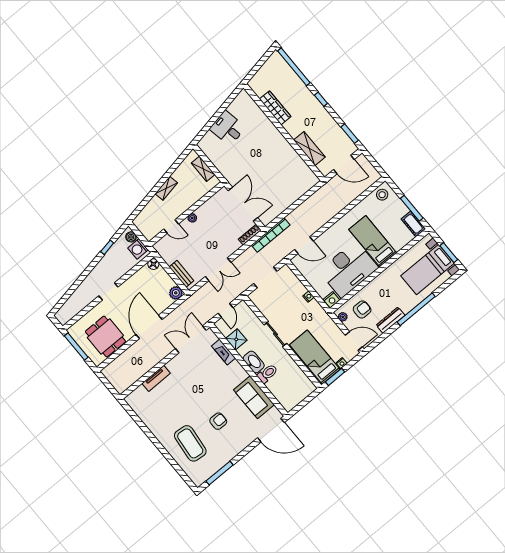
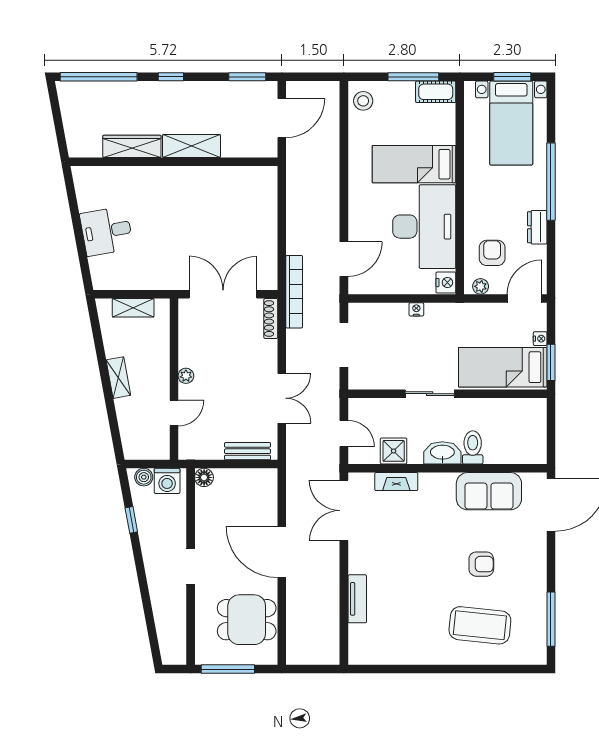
shelving: (309, 149) -> (191, 146), moved
plant: (176, 293) -> (266, 479), removed
dresser: (391, 320) -> (537, 227), width x0.70
armchair: (218, 421) -> (481, 564), turned 90

